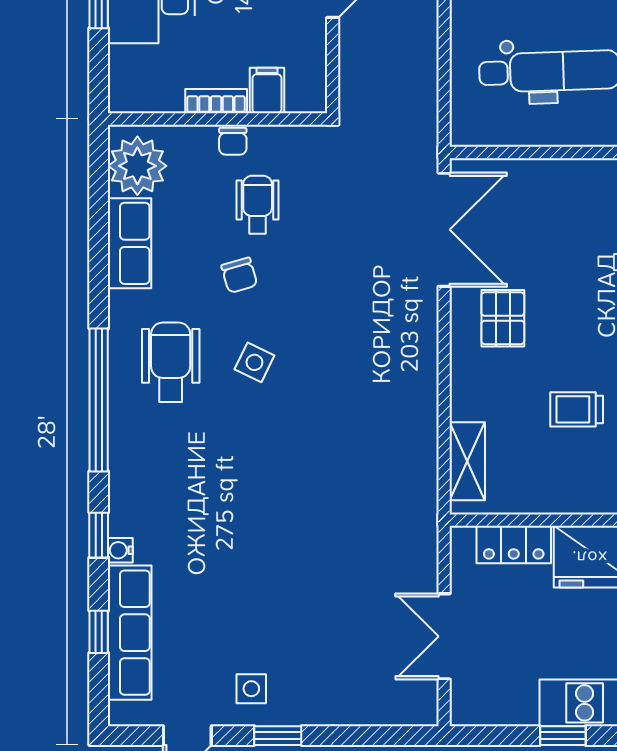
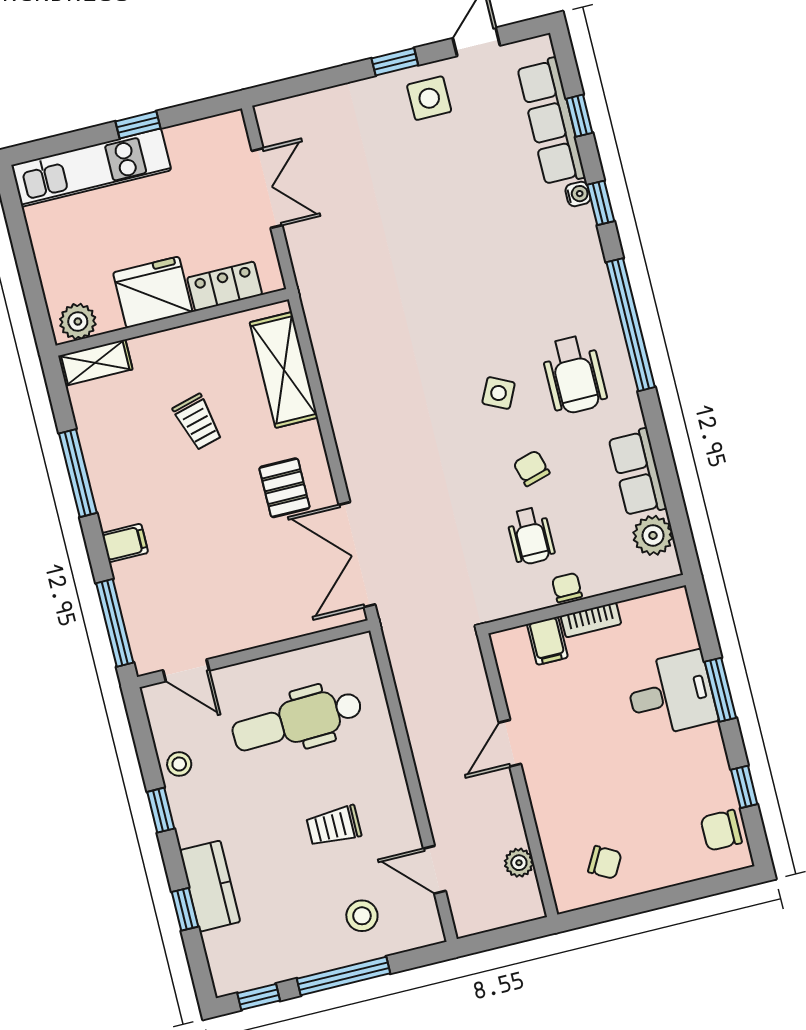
plant: (137, 166) -> (653, 535), width x0.73, depth x0.73
trolley: (577, 409) -> (198, 422), turned 75
shelving: (467, 461) -> (284, 370), width x1.50, depth x1.33
side table: (251, 689) -> (429, 98), width x1.37, depth x1.37

